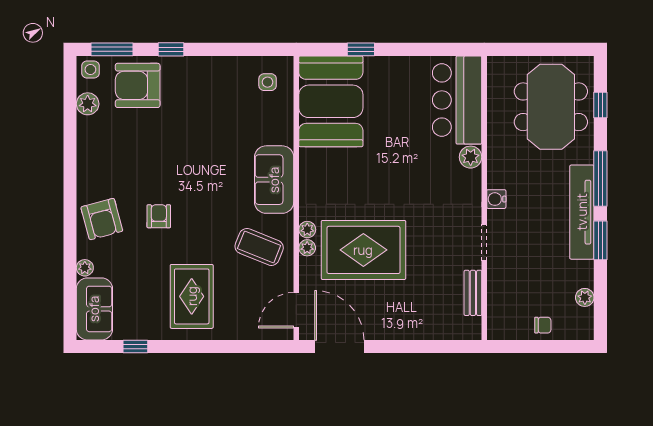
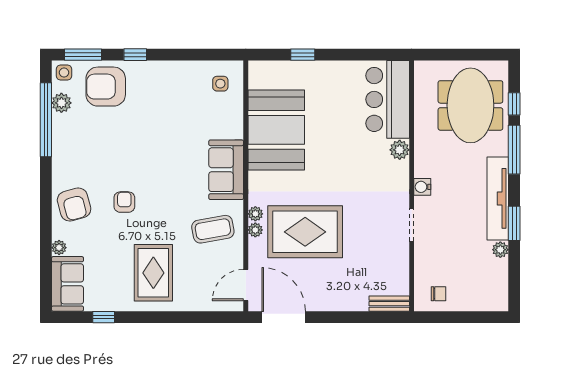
booth: (331, 101) -> (276, 130), moved
window: (70, 123) -> (46, 120), added
window: (600, 179) -> (514, 150), moved
coffee table: (259, 247) -> (213, 229), turned -32
bench: (473, 293) -> (389, 304), moved, turned 90
plant: (585, 297) -> (500, 250), moved
chair: (543, 325) -> (439, 294), moved

